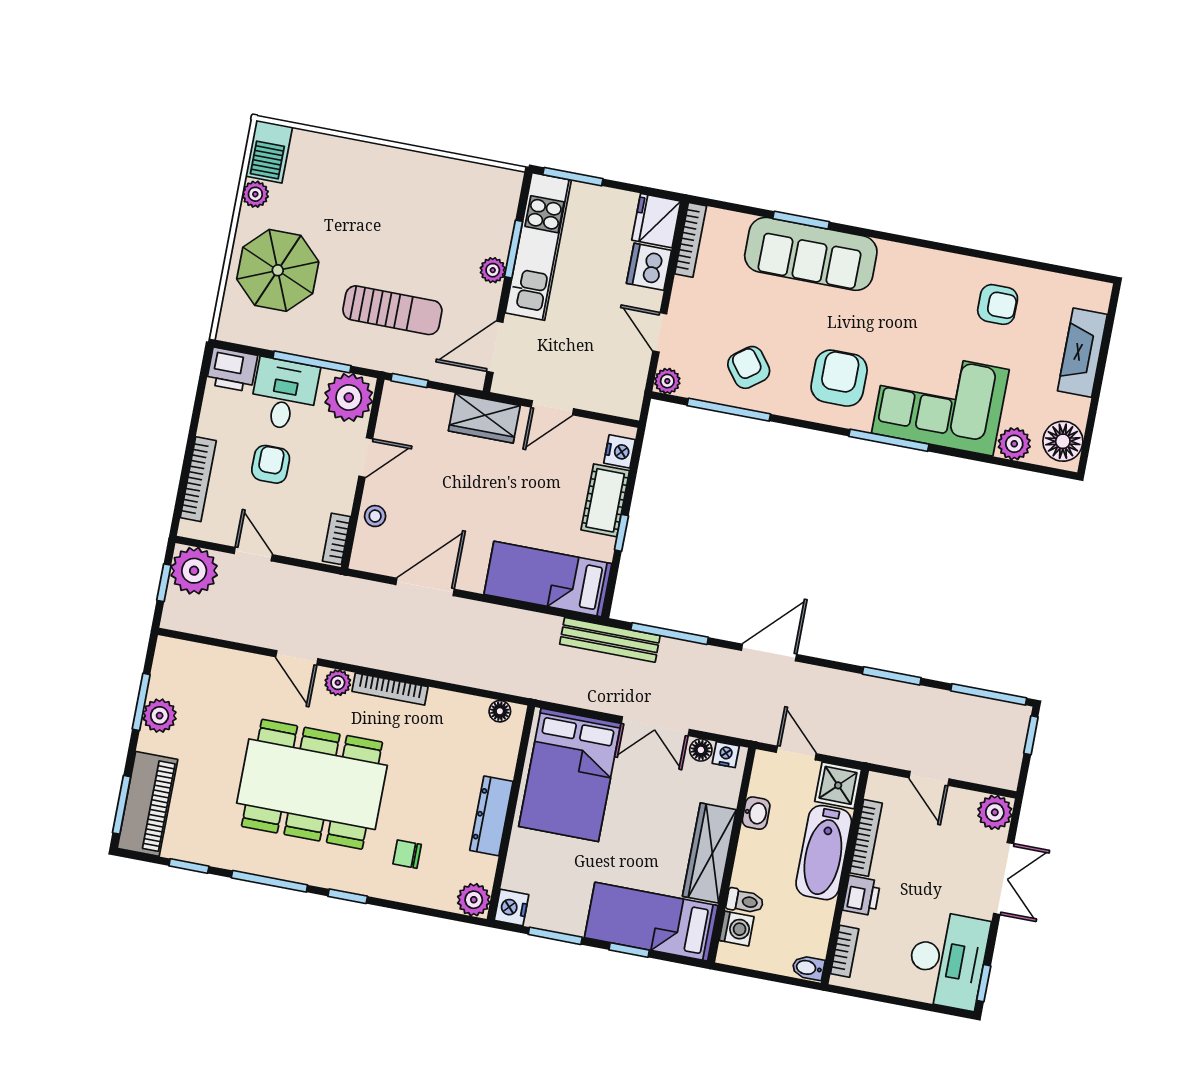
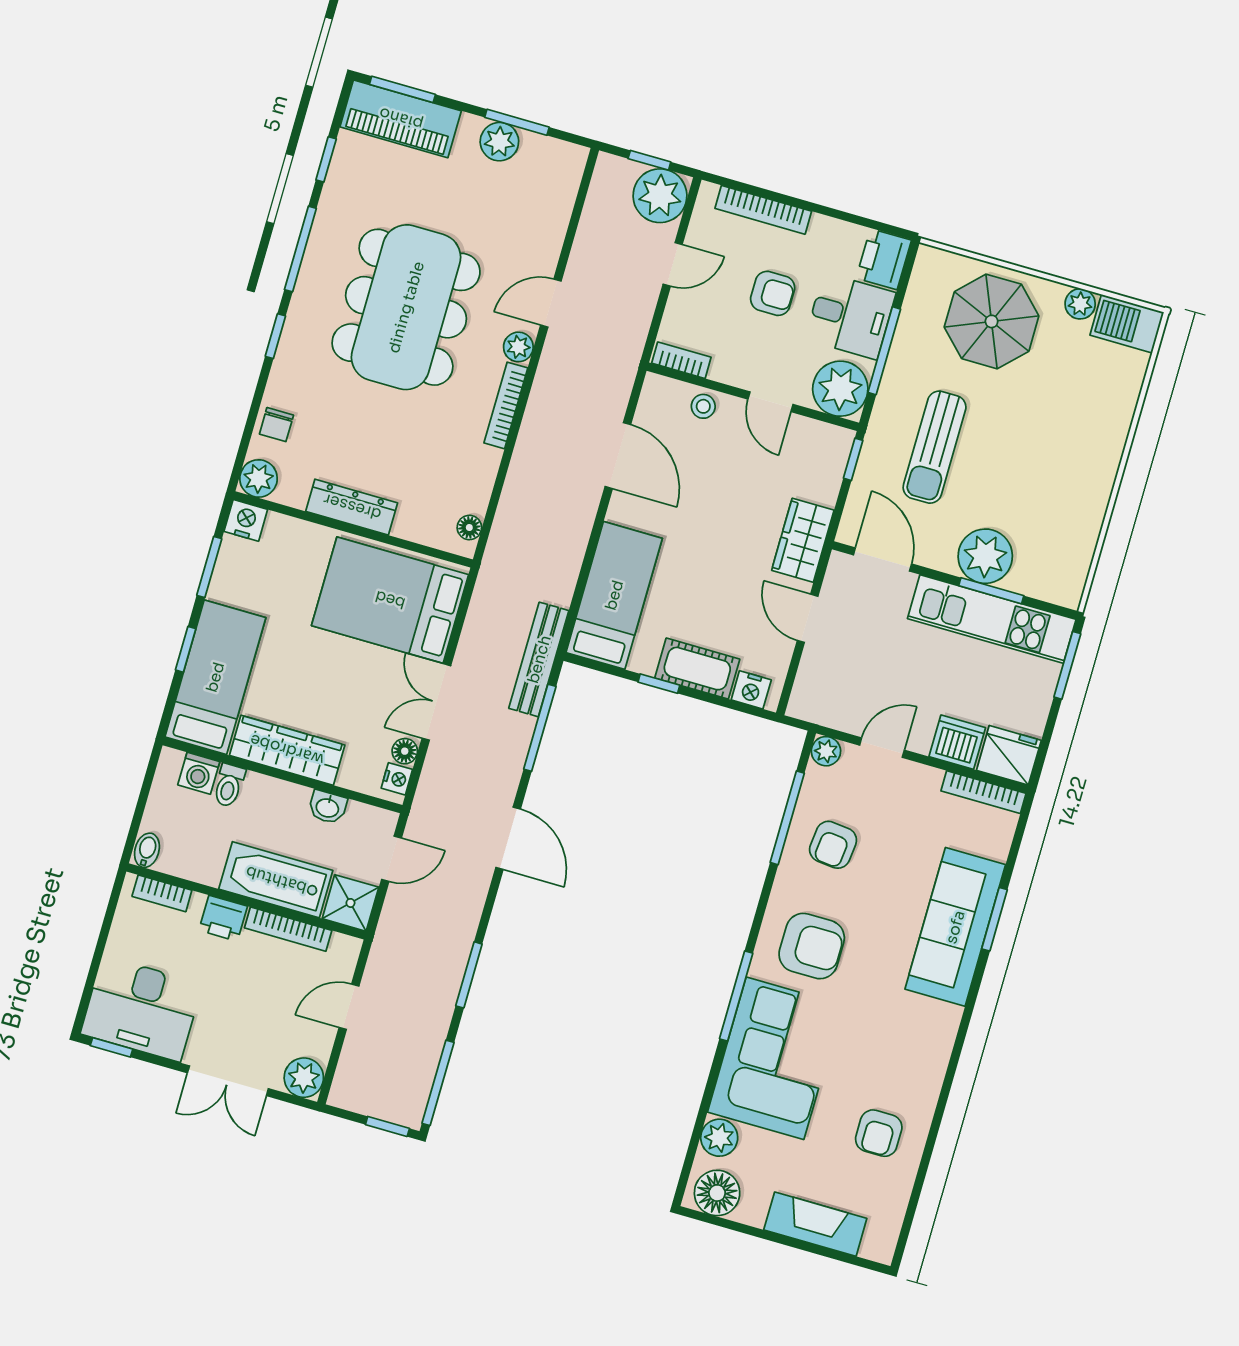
plant: (493, 270) -> (985, 556), width x1.88, depth x1.88
armchair: (749, 367) -> (833, 845), turned 133
chair: (407, 854) -> (276, 425), moved, turned 180

